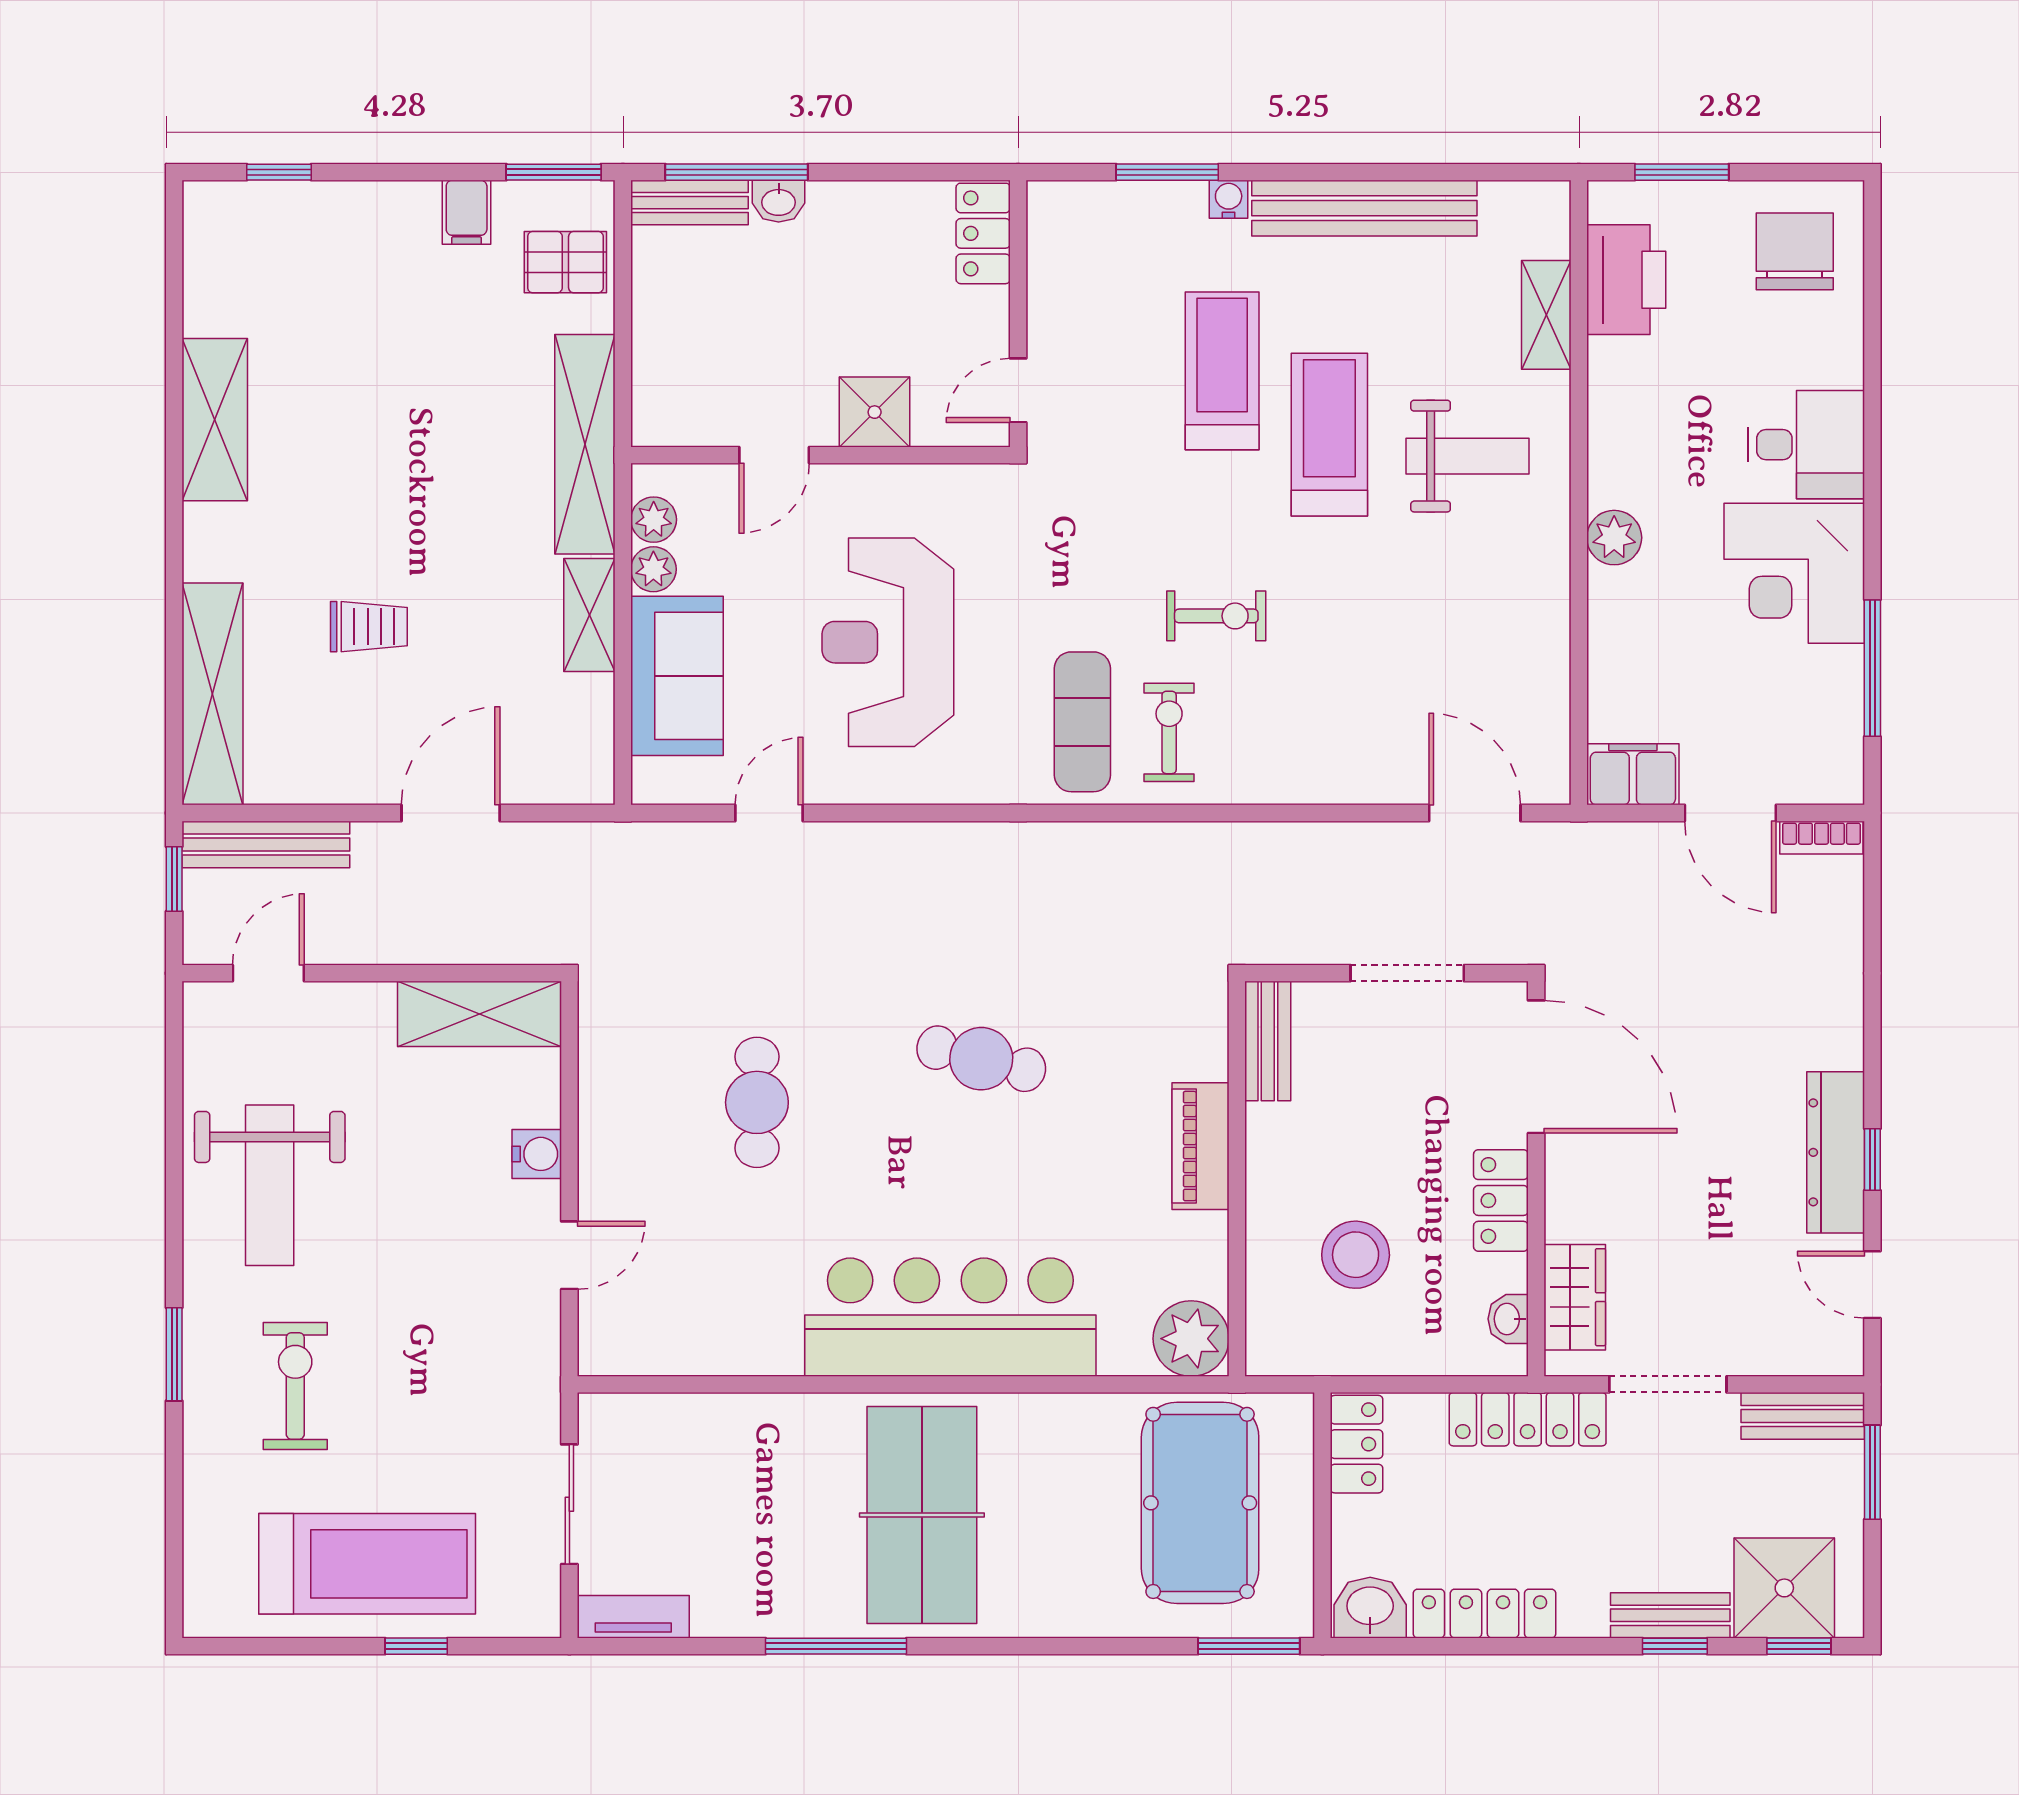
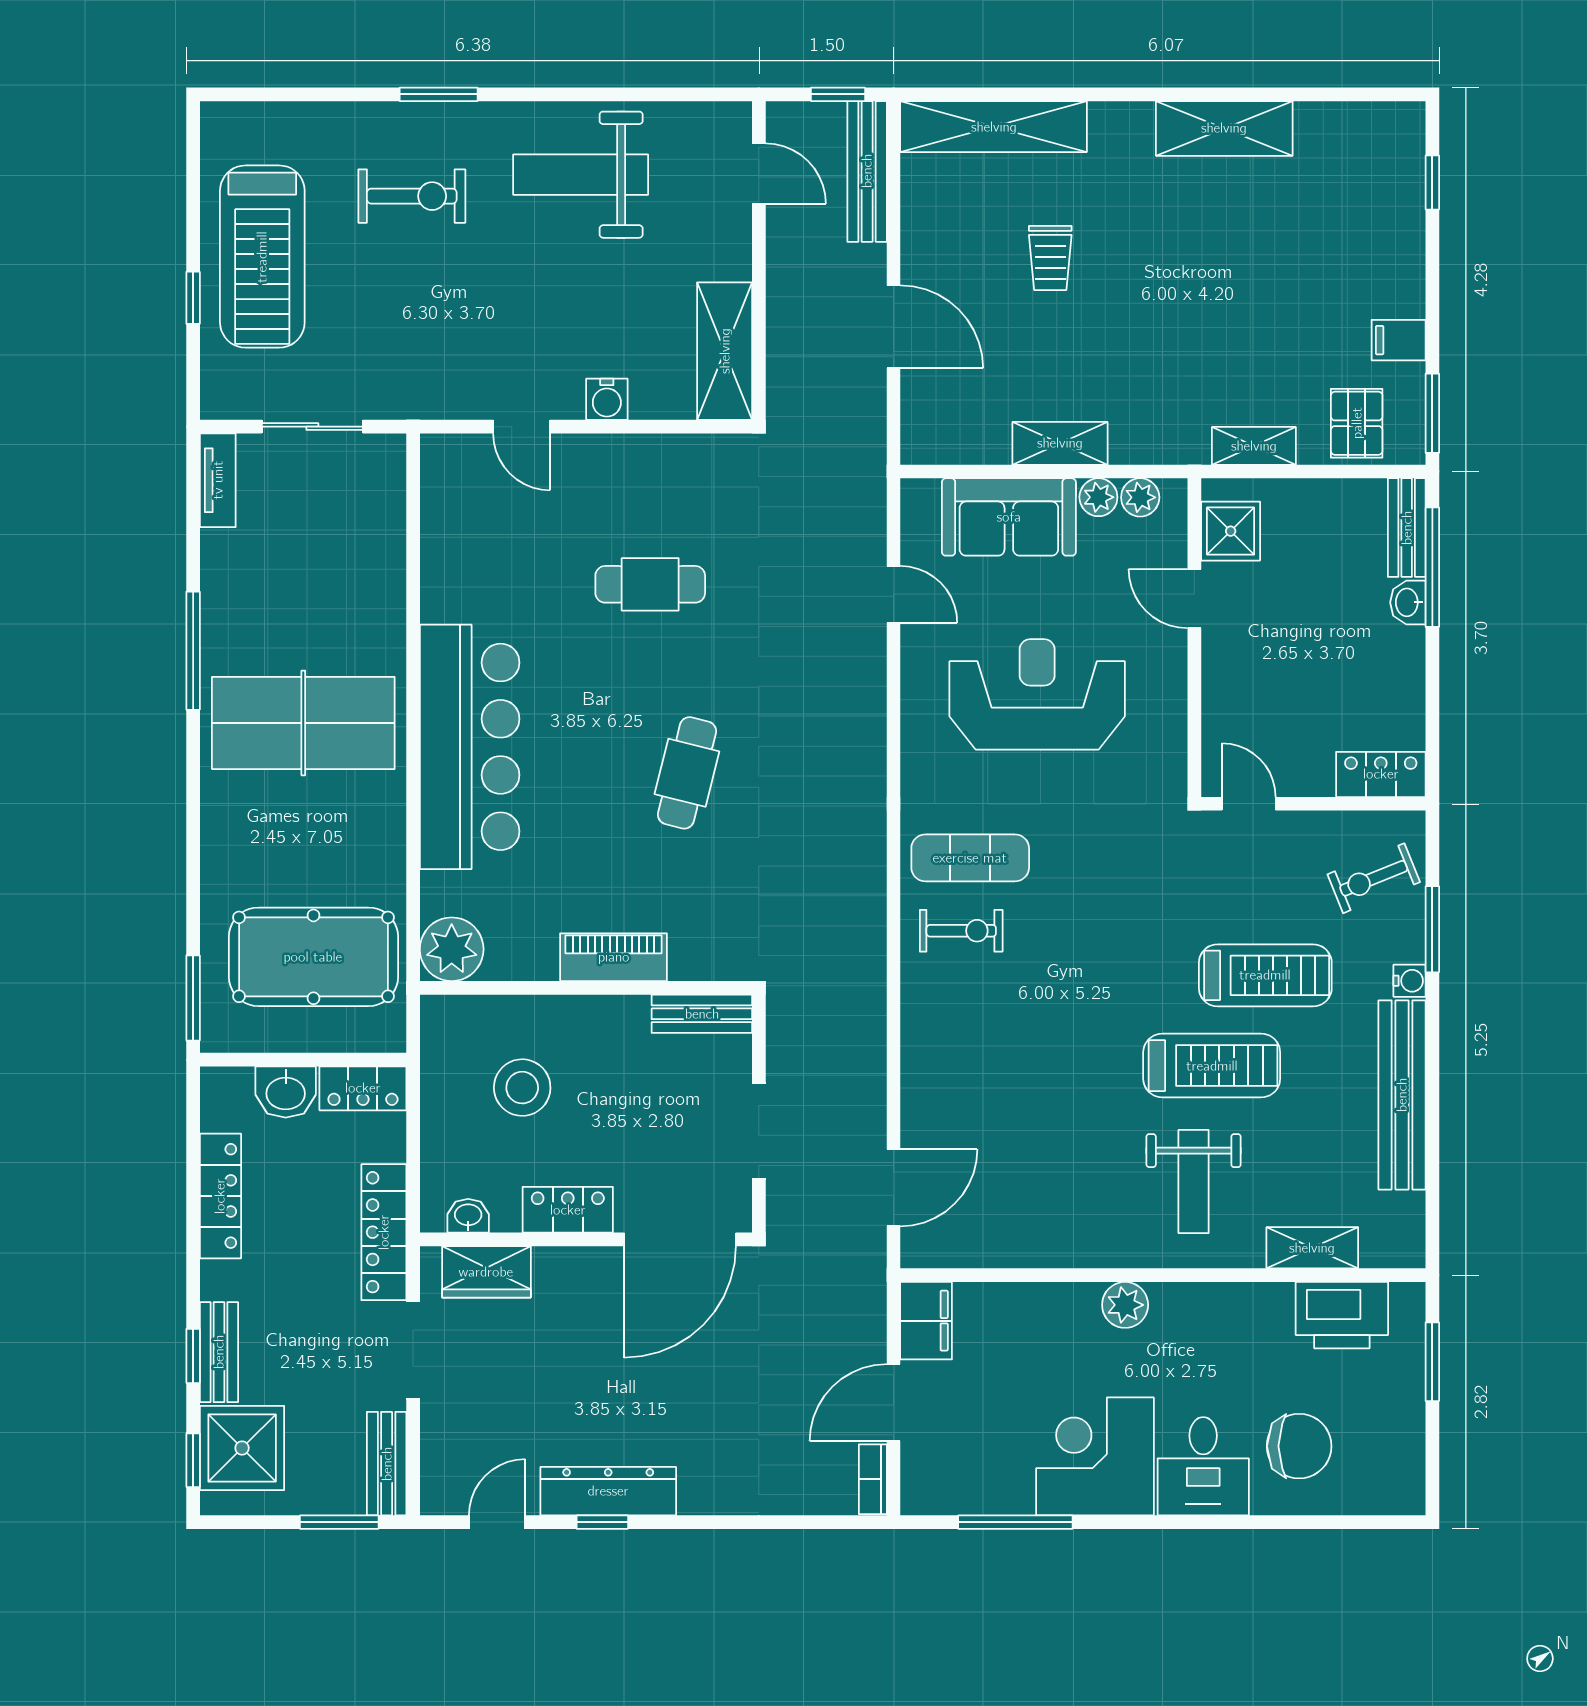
chair: (1795, 251) -> (1299, 1446), moved
shower: (875, 412) -> (1231, 531), moved
shelving: (585, 444) -> (1254, 446), width x0.45, depth x0.75
exercise bike: (1216, 616) -> (1374, 878), moved, turned 68
washbasin: (1370, 1608) -> (286, 1092), moved, turned 90

